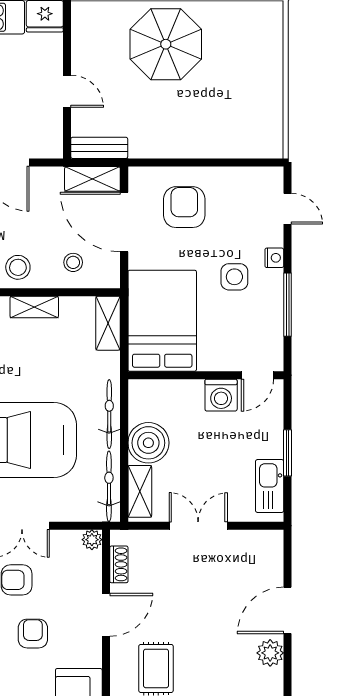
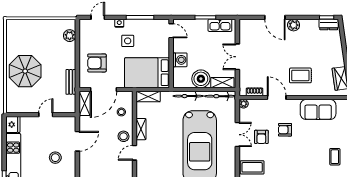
plant: (246, 145) -> (70, 36), added
bench: (99, 148) -> (71, 82), moved
washing machine: (221, 395) -> (180, 60), moved

